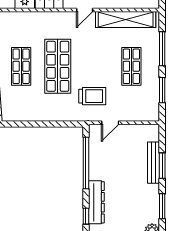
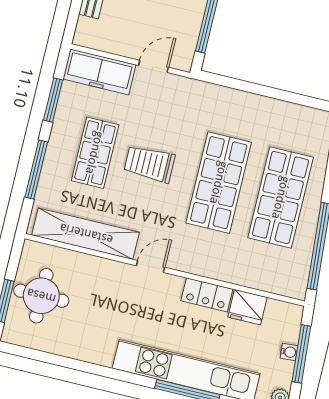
shop shelf: (21, 66) -> (281, 198), width x1.43, depth x1.36
trolley: (92, 96) -> (149, 164), moved
freezer: (140, 112) -> (99, 72), added

